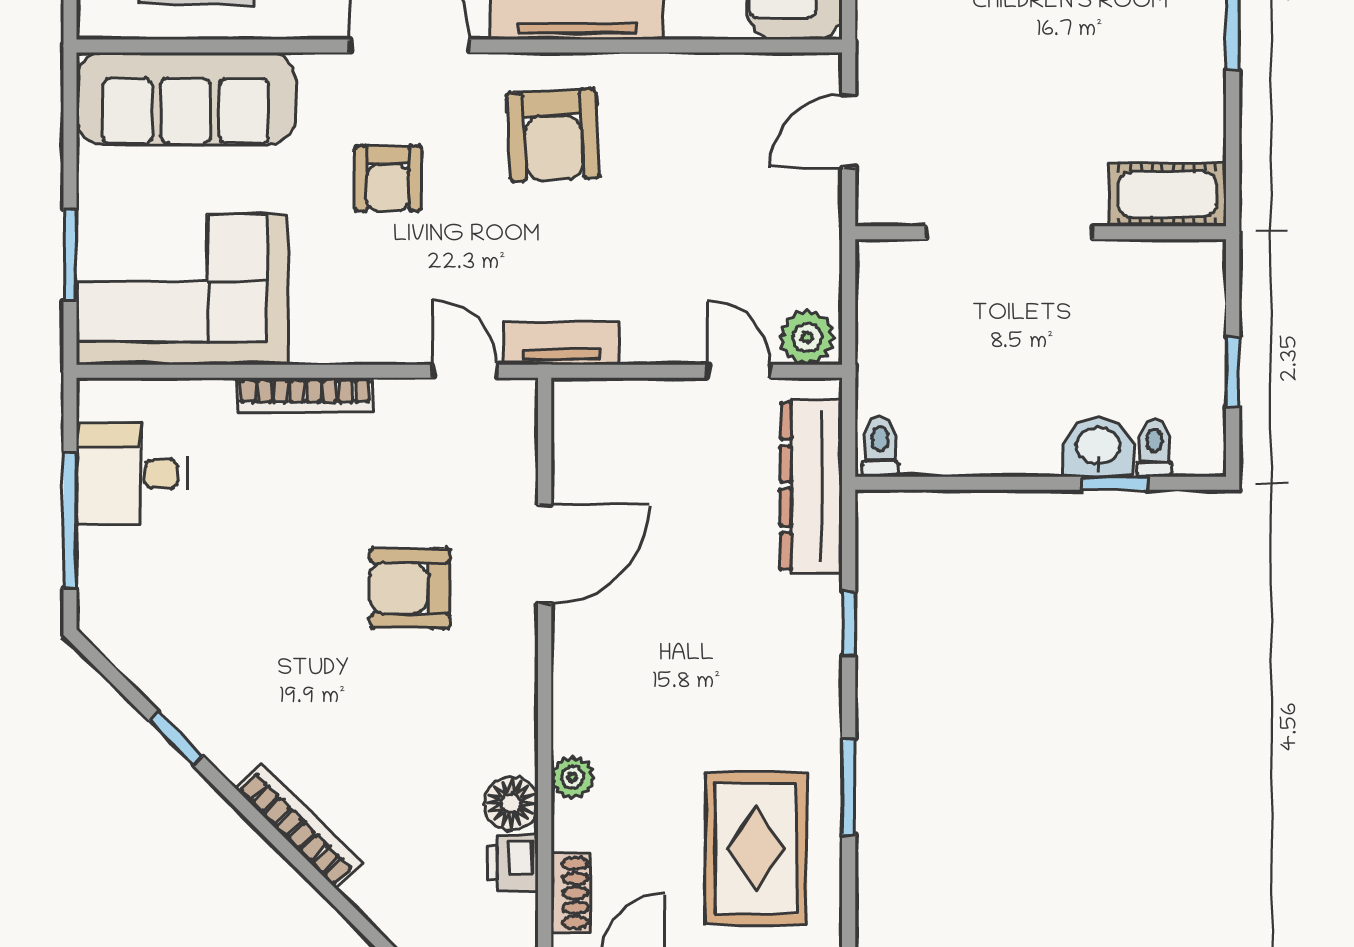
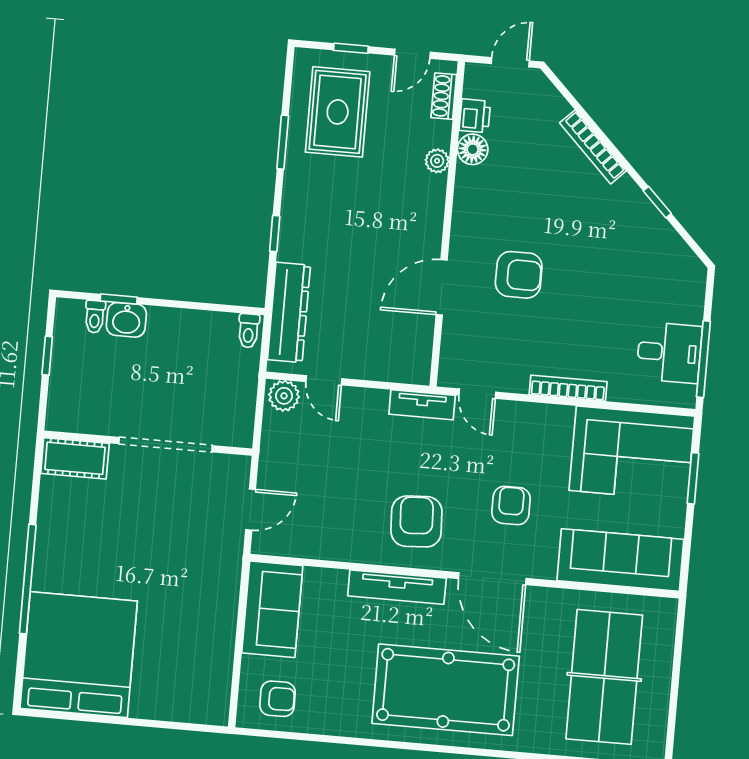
window: (70, 520) -> (703, 359), moved

